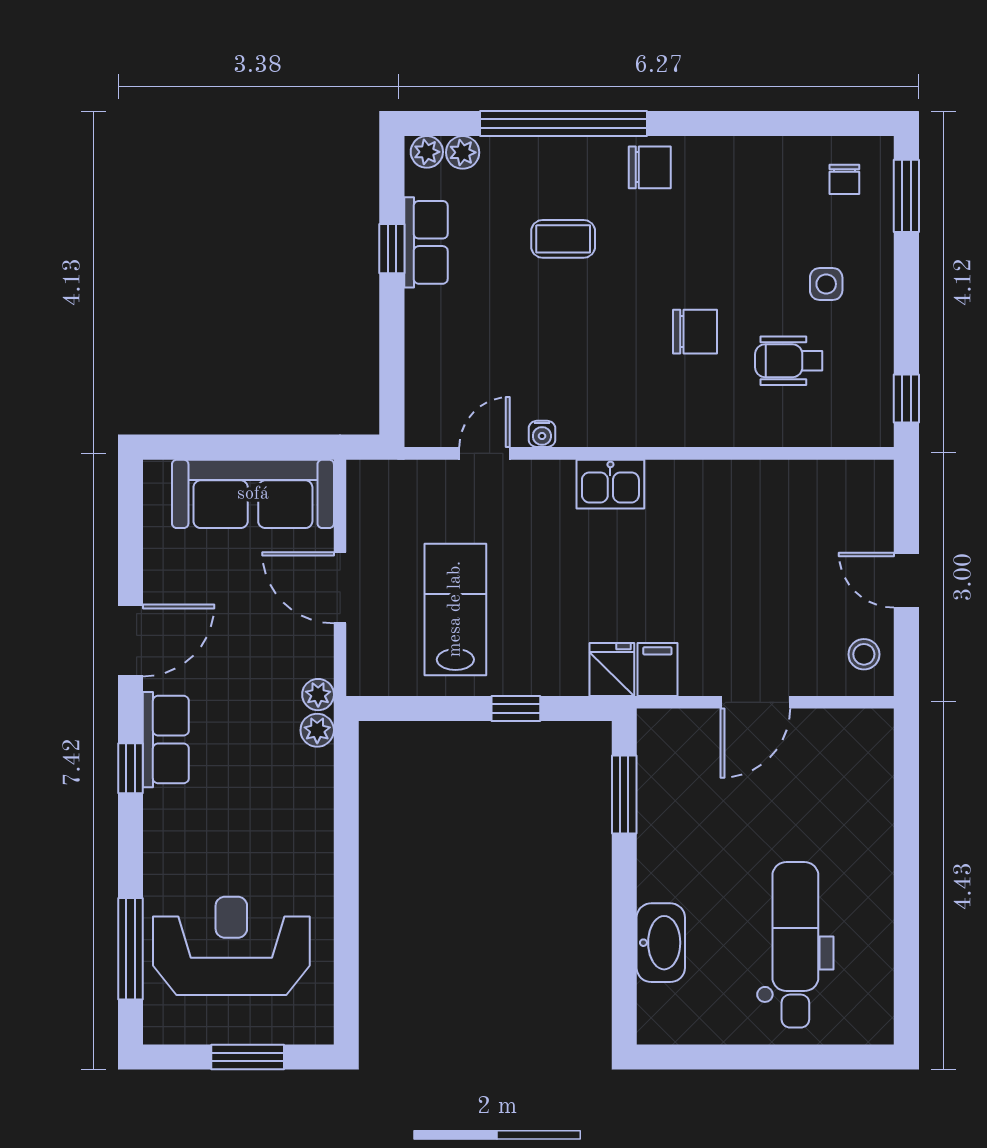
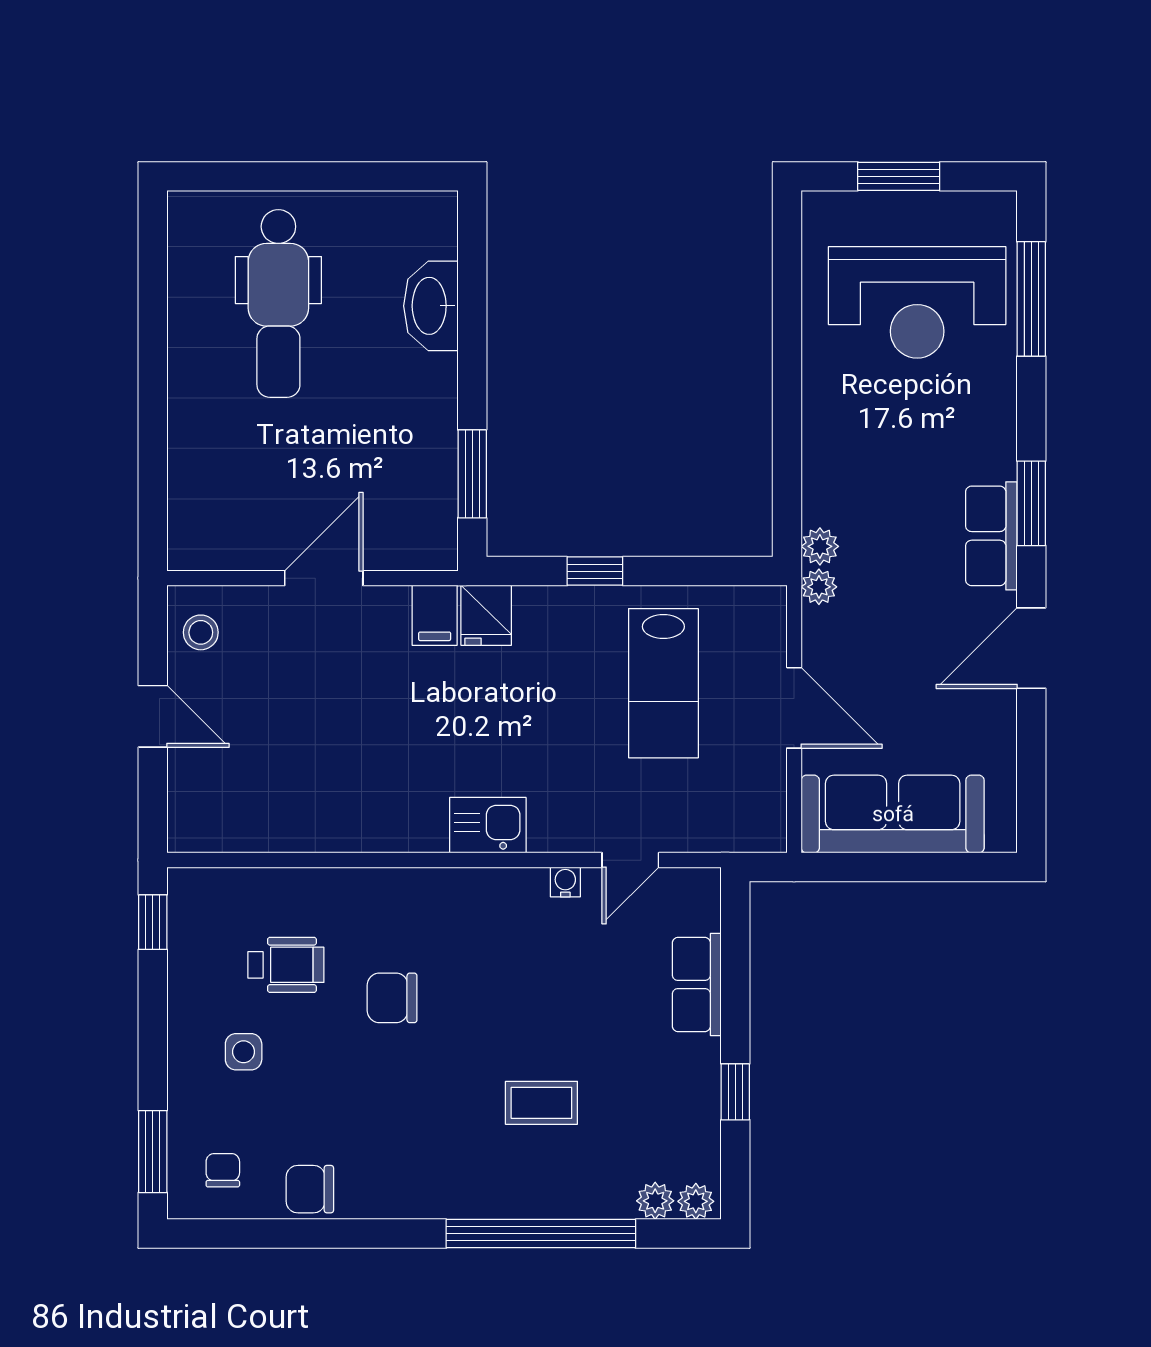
chair: (650, 167) -> (310, 1189), moved
row of seats: (426, 242) -> (697, 984), moved
window: (130, 768) -> (1031, 503), width x1.50

